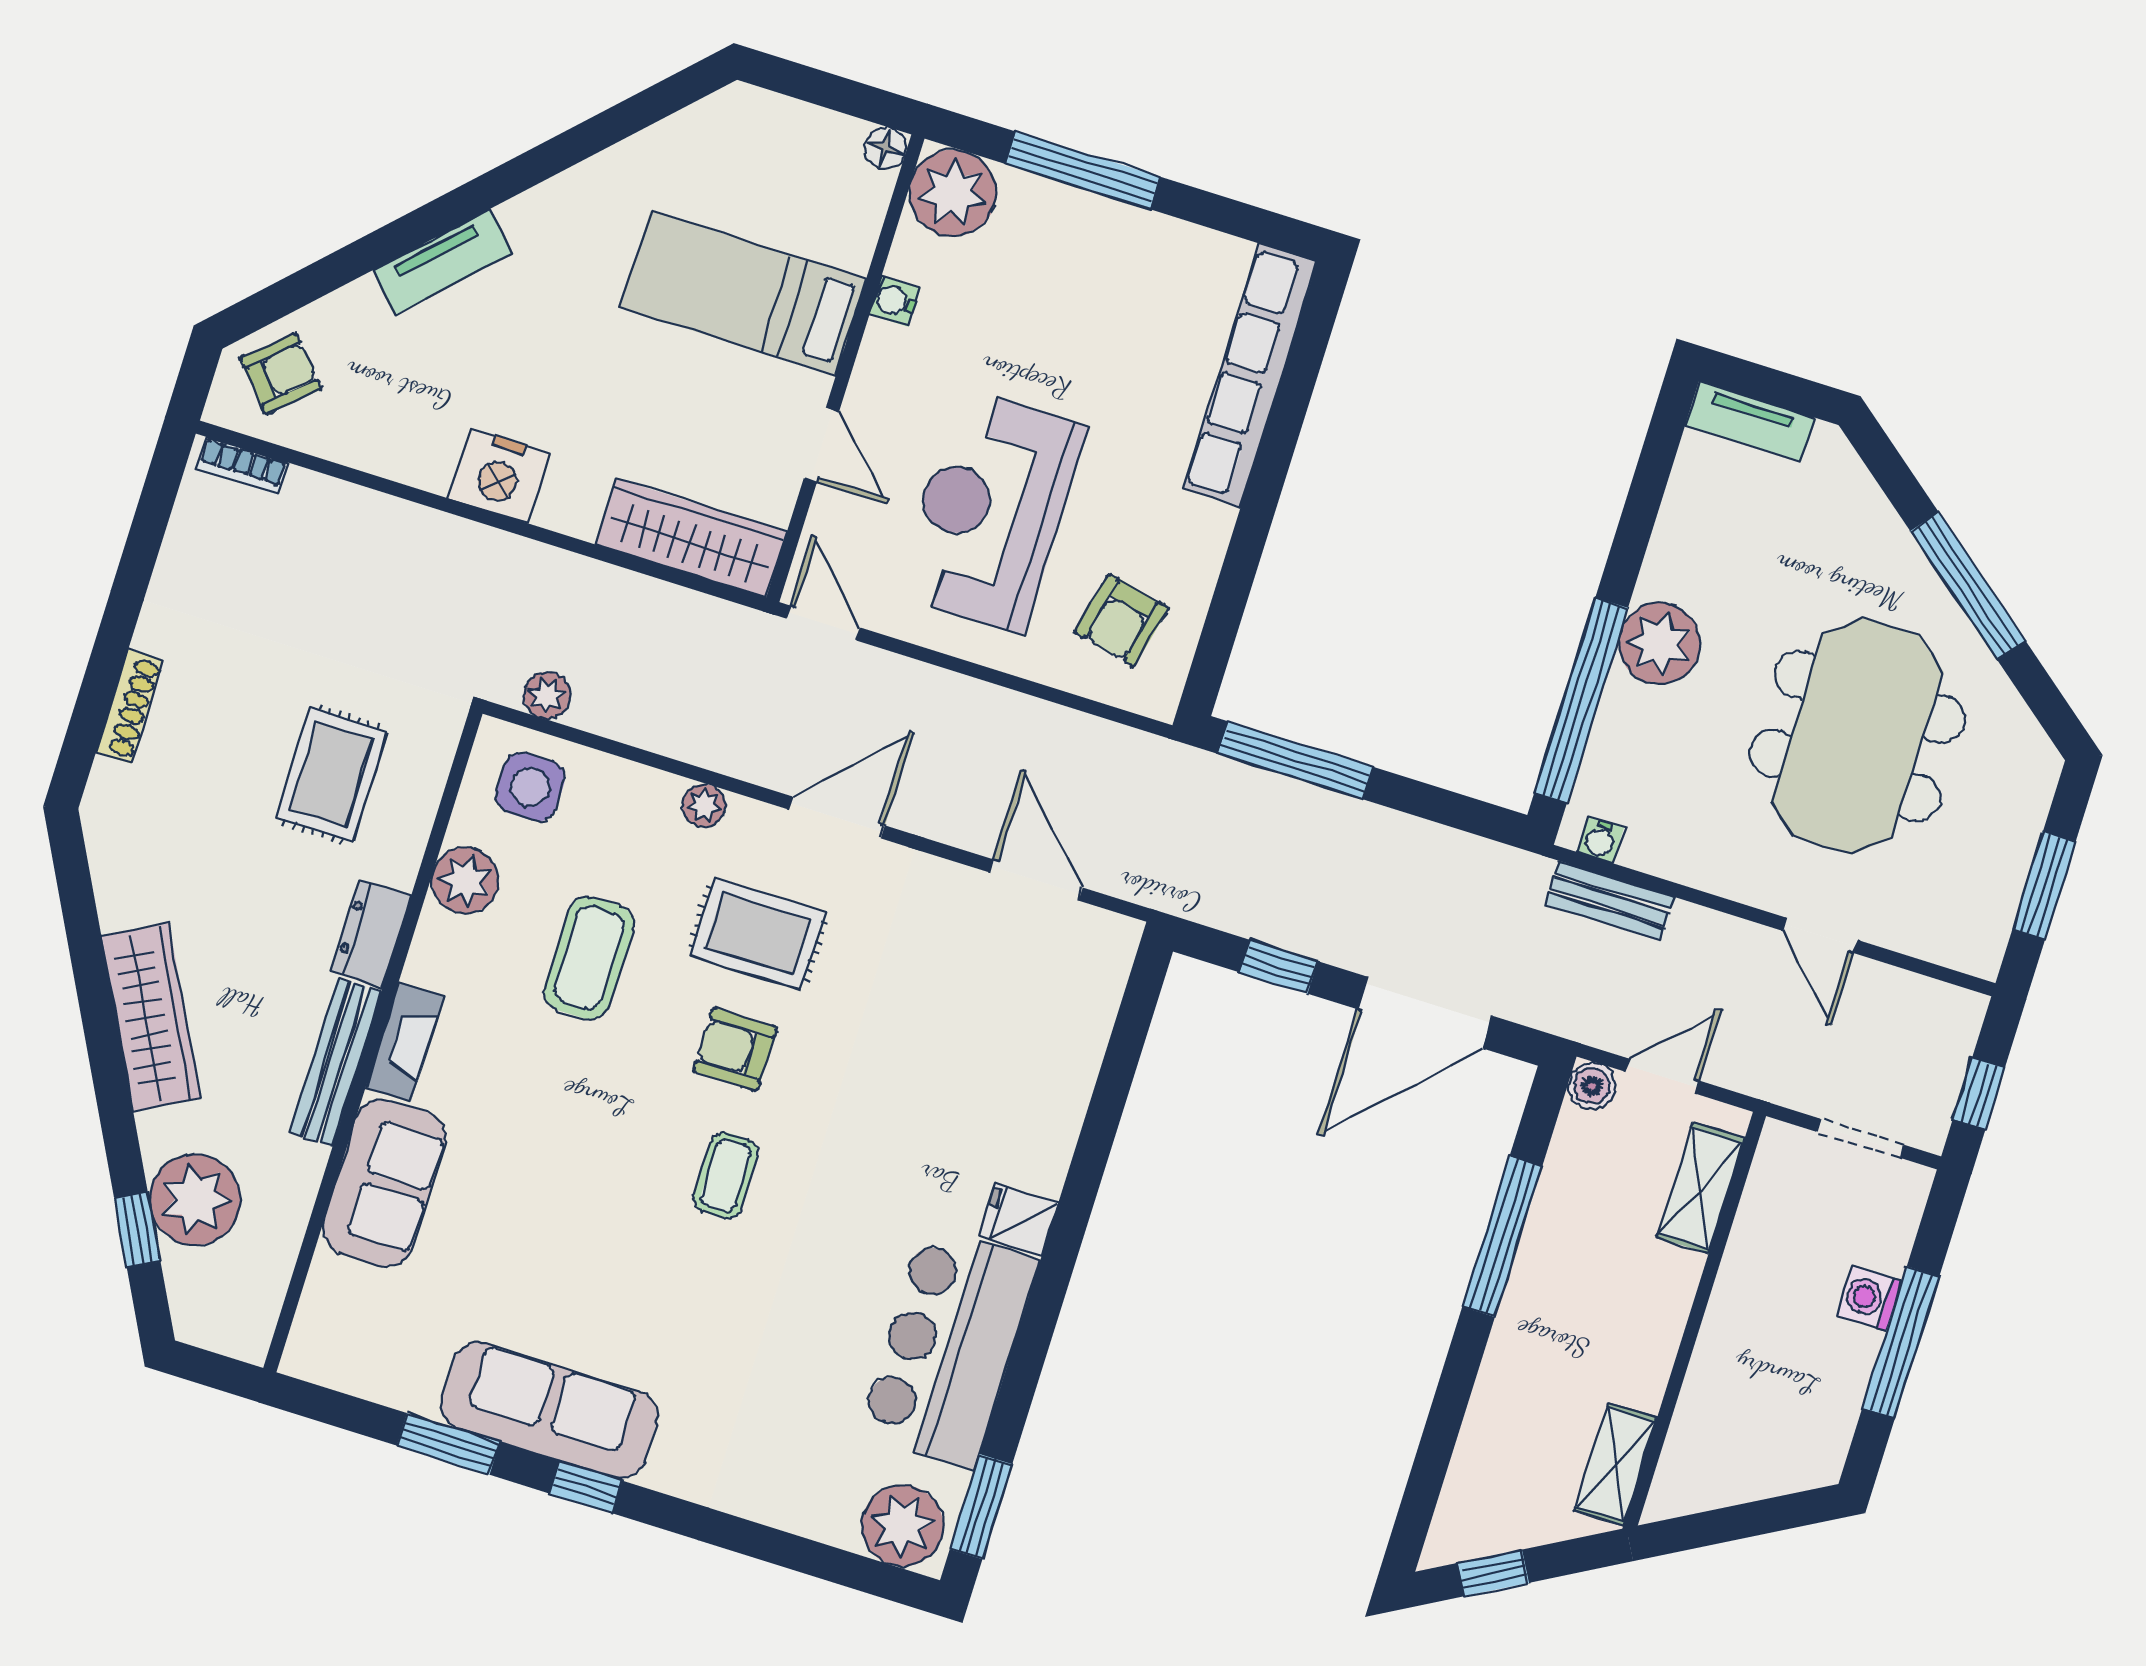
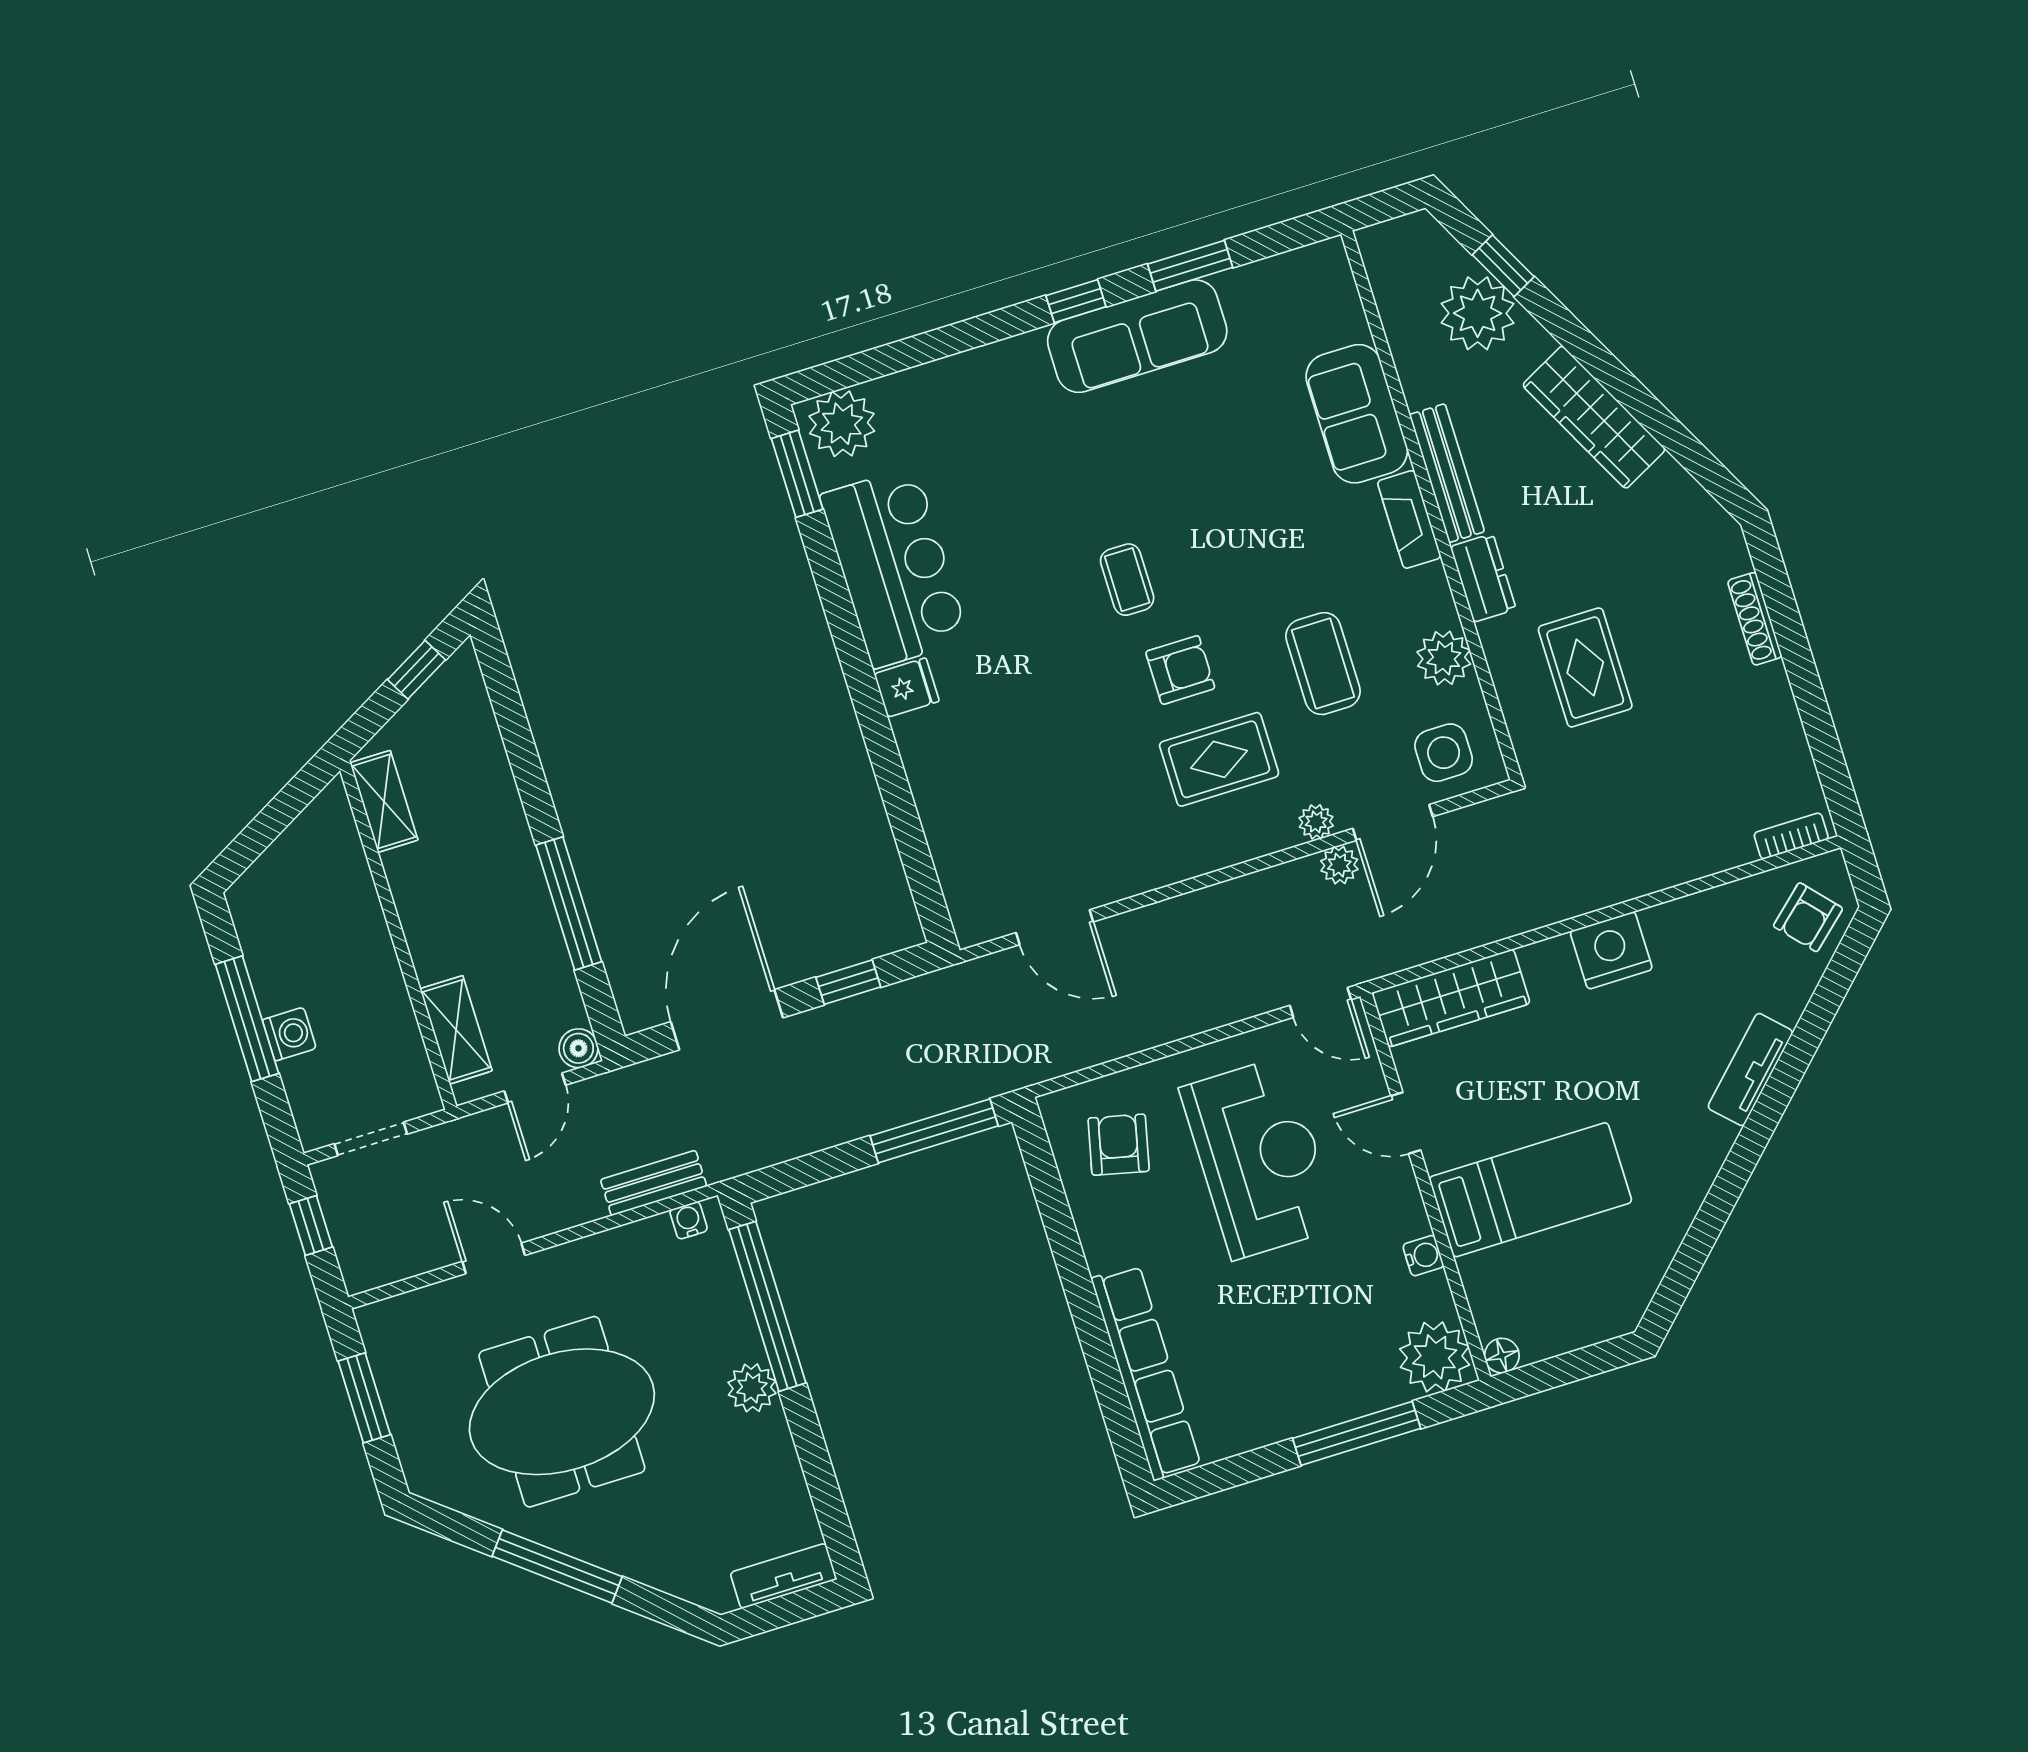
plant: (1659, 643) -> (752, 1388), width x0.73, depth x0.73
plant: (547, 695) -> (1339, 865), moved
meeting table: (1857, 736) -> (562, 1412), turned 90
door: (836, 817) -> (1393, 823), moved

